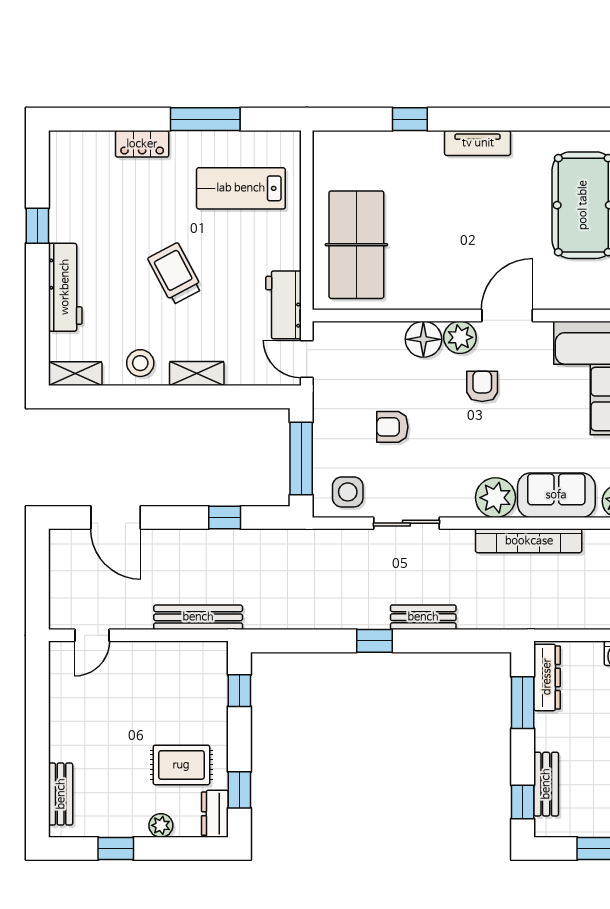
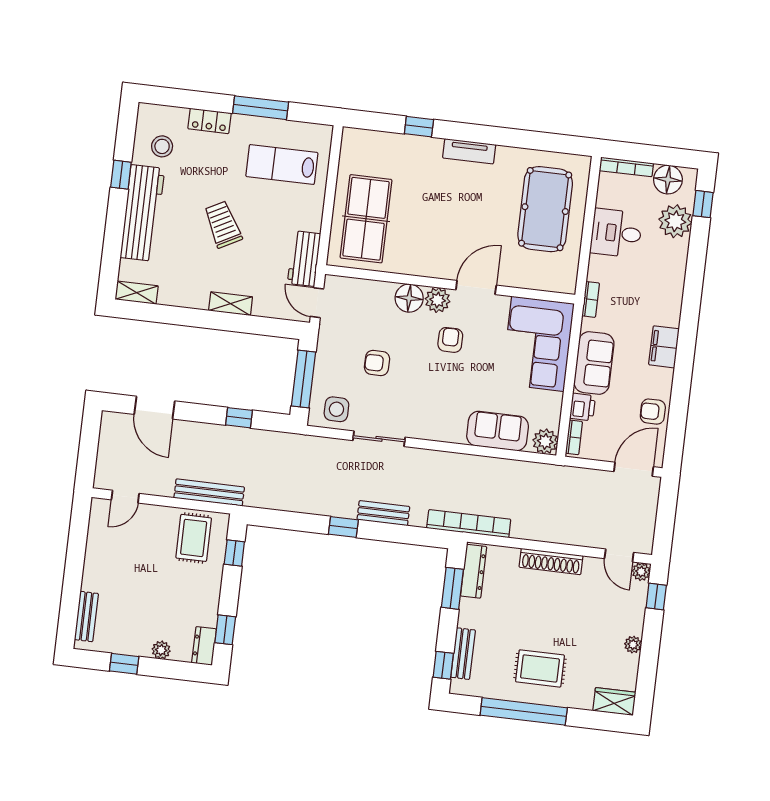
workbench: (65, 287) -> (142, 213), width x1.36, depth x1.32
stool: (140, 363) -> (162, 146), moved
plant: (495, 498) -> (450, 427), removed
bookcase: (529, 541) -> (469, 524), moved, turned 180
rug: (181, 765) -> (194, 538), moved, turned 90

